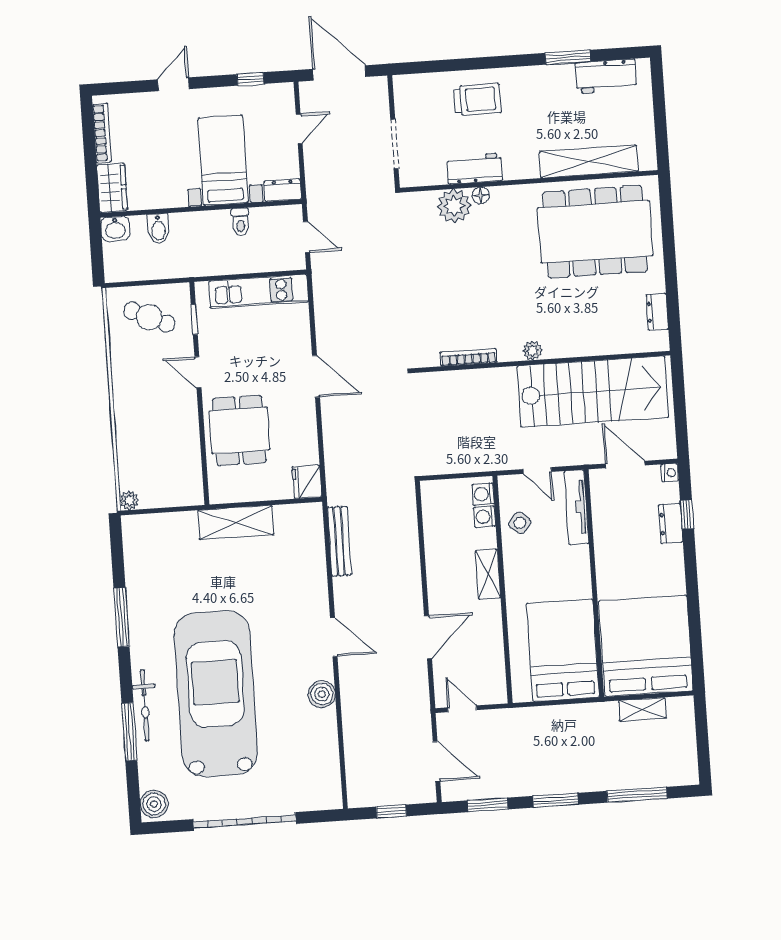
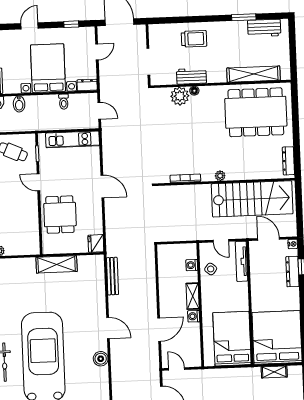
bed with nightstands: (223, 160) -> (48, 68), width x1.36
dresser: (657, 312) -> (288, 161), width x1.44
washing machine: (483, 494) -> (194, 316), moved
dresser: (671, 523) -> (292, 272), width x1.44

